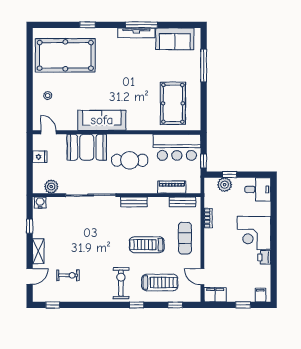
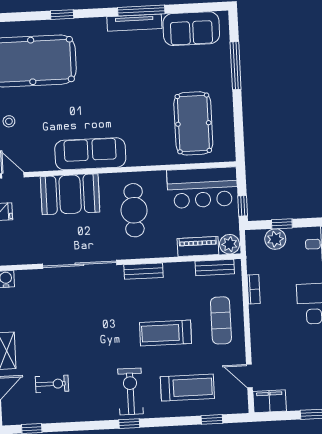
cafe table: (130, 160) -> (134, 210), turned 90
plant: (51, 187) -> (230, 244), moved
window: (137, 305) -> (129, 424), moved

